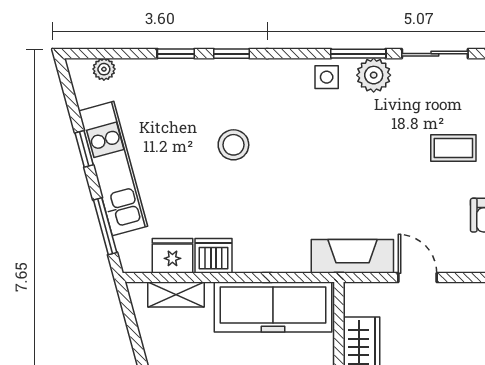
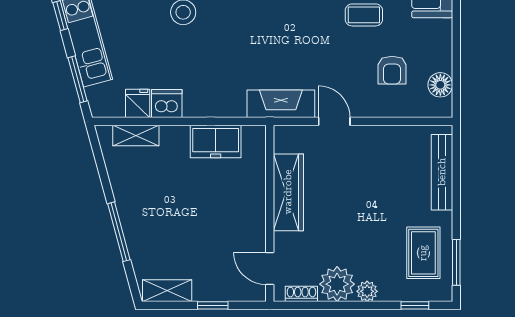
fridge: (172, 256) -> (138, 103), width x0.72
freezer: (273, 307) -> (216, 141), width x0.52, depth x0.79

